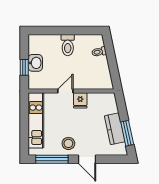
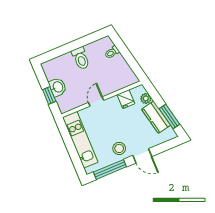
fridge: (80, 100) -> (126, 99), moved
plant: (112, 108) -> (146, 98), added

